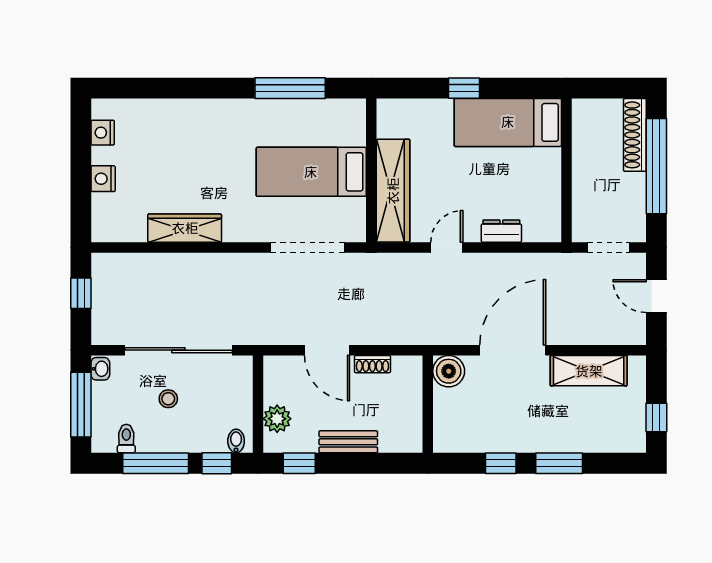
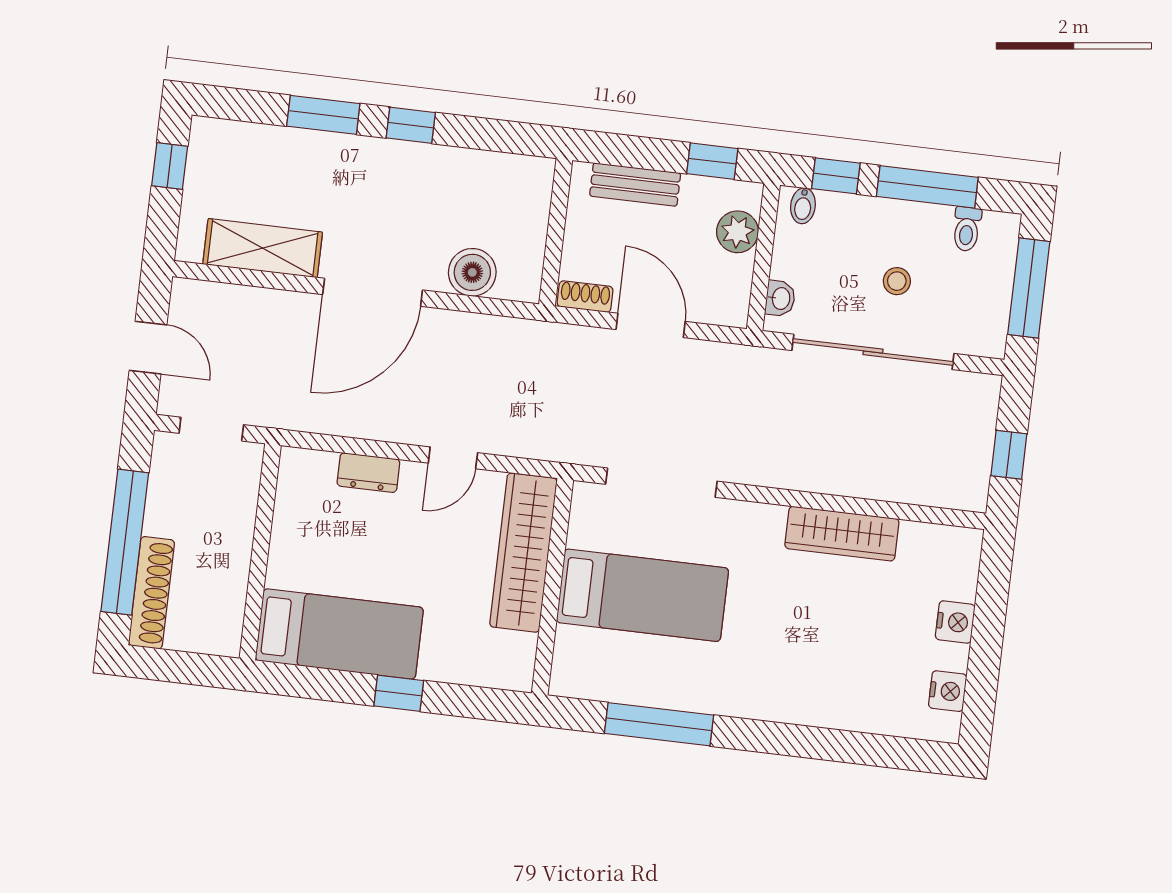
washbasin: (100, 369) -> (780, 298), moved, turned 180
wall: (428, 404) -> (556, 232), moved

